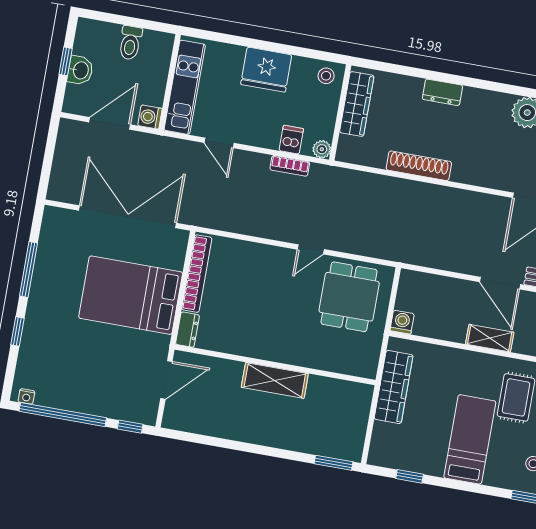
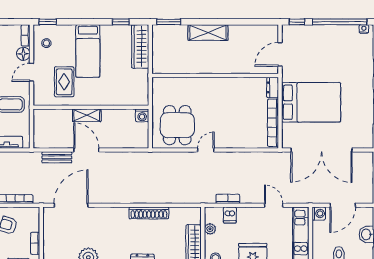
plant: (322, 149) -> (210, 229), moved
shelving: (275, 380) -> (208, 33), moved
wardrobe: (394, 387) -> (140, 46), moved

